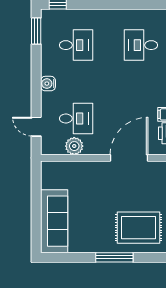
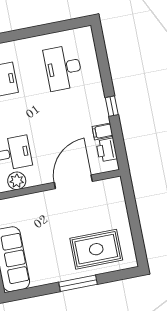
desk: (141, 45) -> (63, 68), width x1.37

